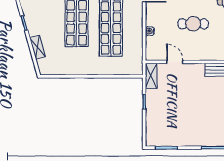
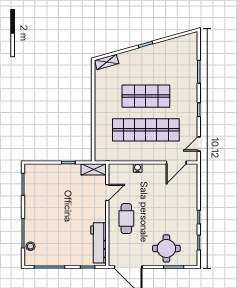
cafe table: (193, 24) -> (126, 219), moved
shelving: (37, 47) -> (107, 62), moved

